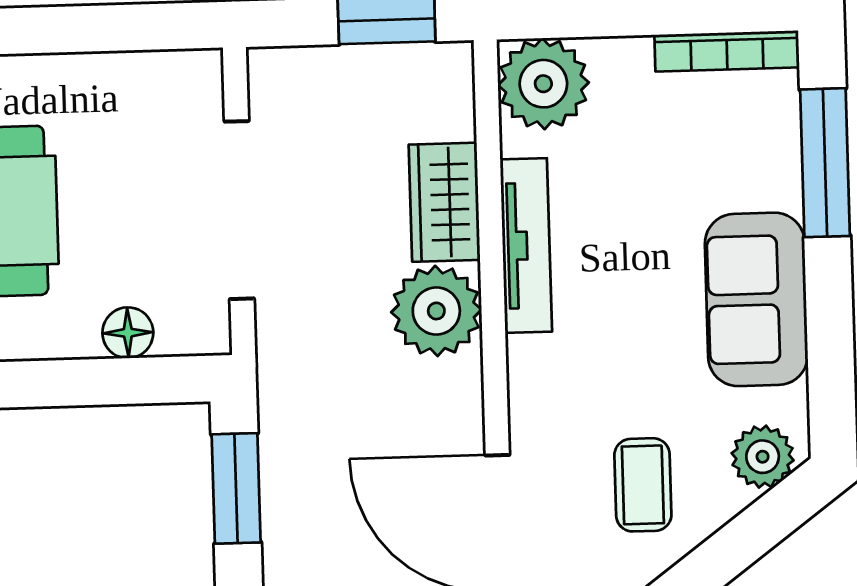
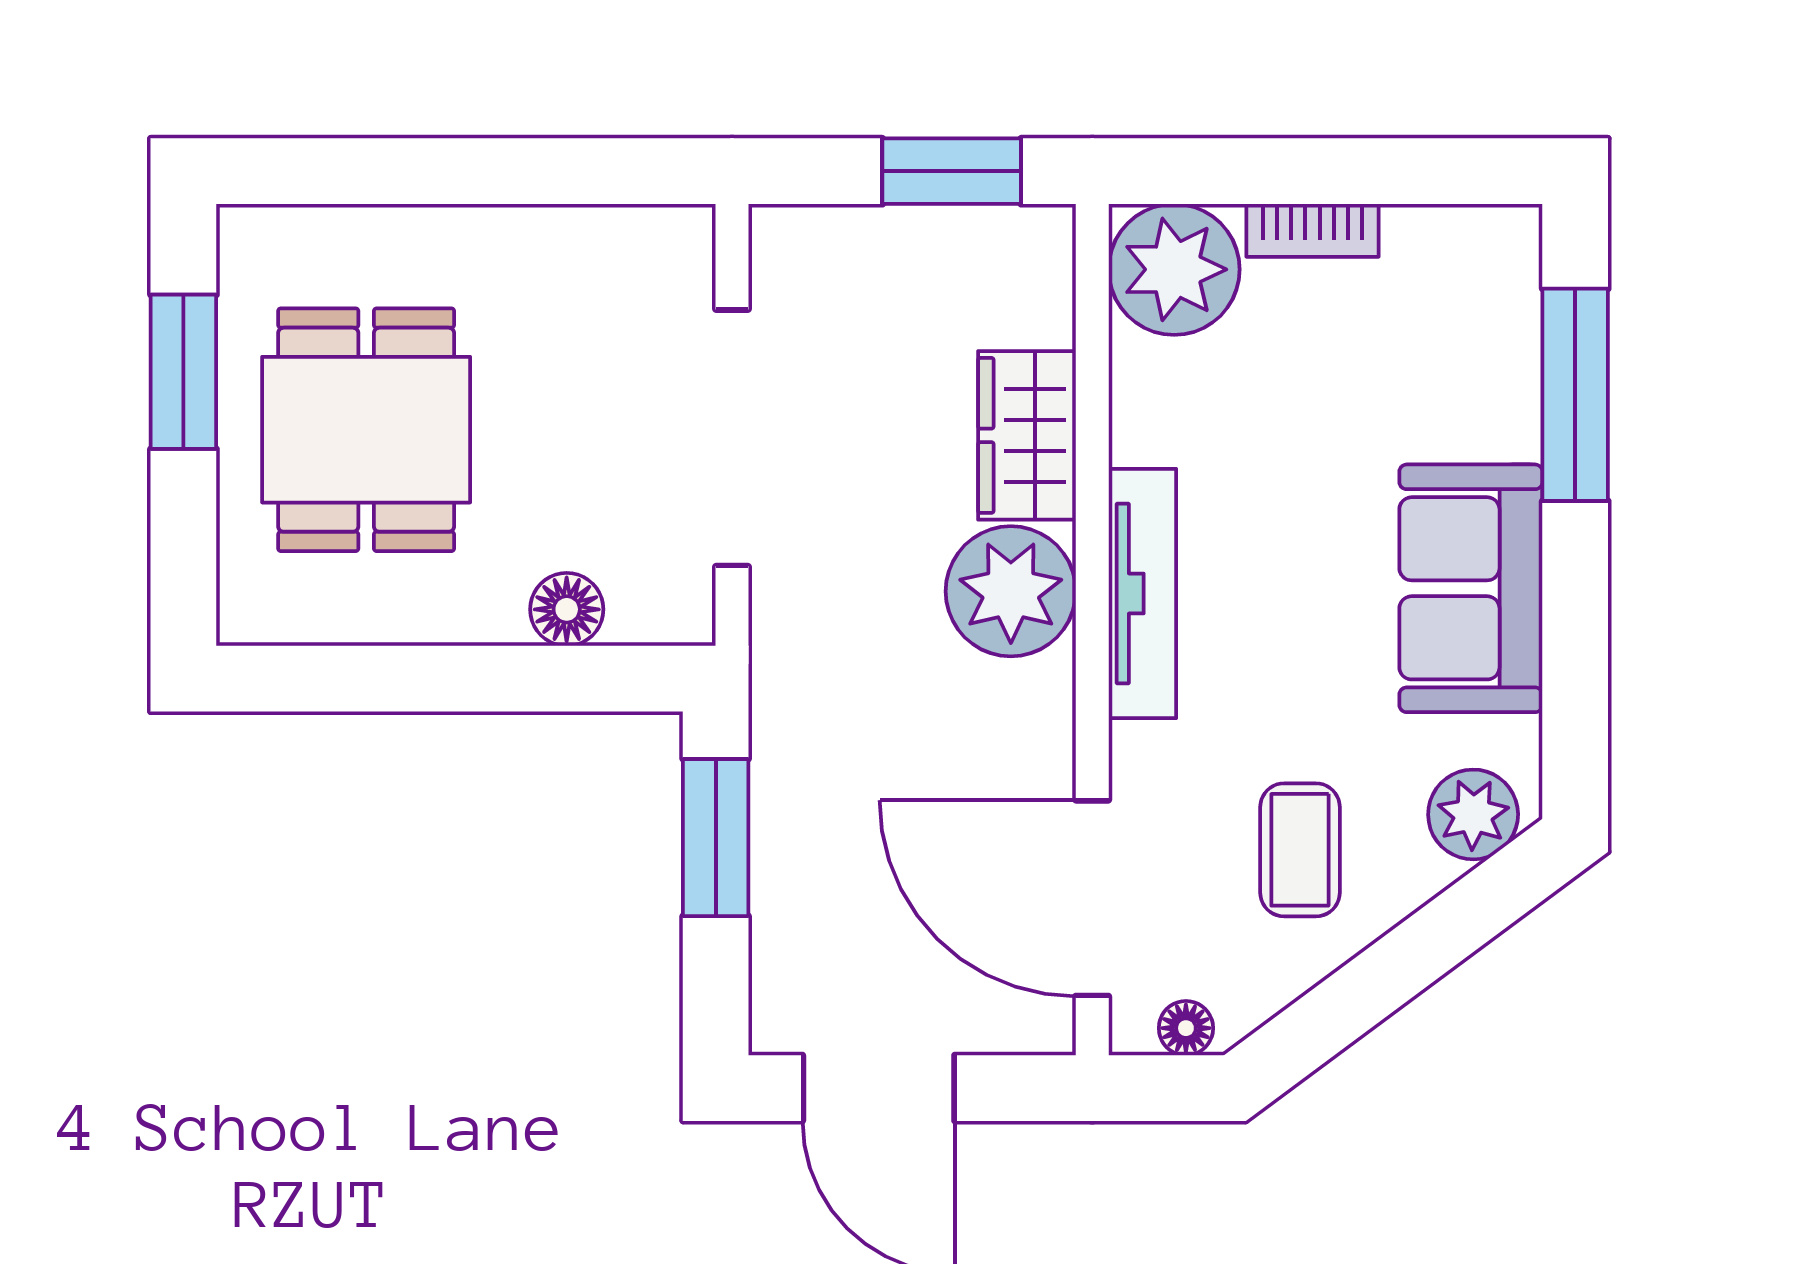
bookcase: (727, 51) -> (1312, 230), moved, width x0.64
tv unit: (526, 246) -> (1142, 594), moved

